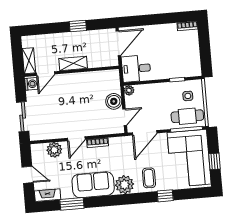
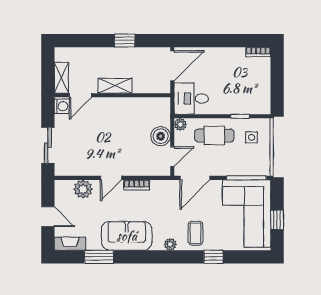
cafe table: (187, 116) -> (214, 135), moved
plant: (124, 185) -> (170, 244), width x0.53, depth x0.53

